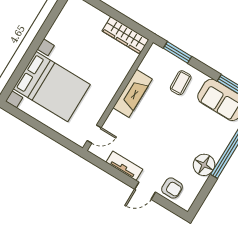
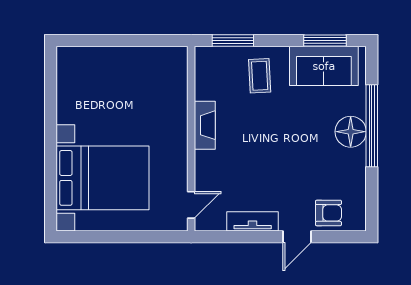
wardrobe: (125, 35) -> (155, 59), removed
fireplace: (133, 93) -> (205, 125), width x0.73, depth x0.76
floor lamp: (204, 165) -> (351, 132), moved

